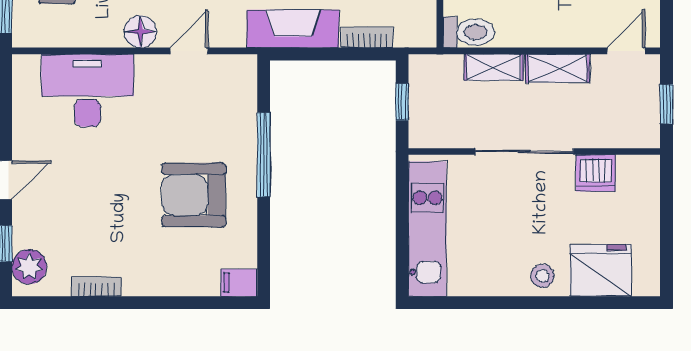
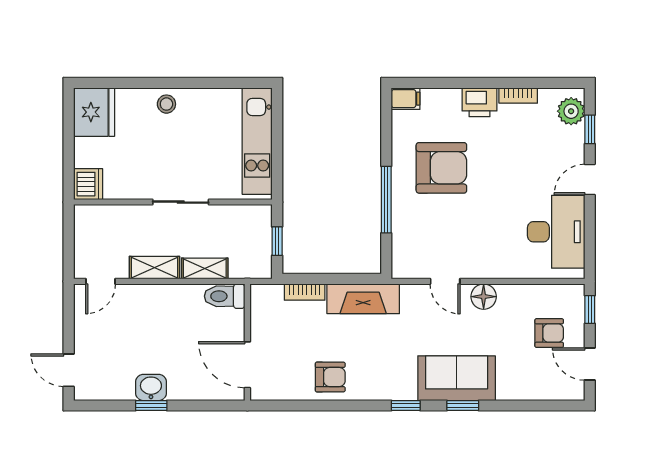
door: (189, 51) -> (445, 281), hinge flipped
desk: (88, 90) -> (556, 232), moved, turned -90
window: (667, 104) -> (69, 239), removed
sliding door: (524, 152) -> (181, 202), width x0.73
dishwasher: (596, 173) -> (88, 184), moved, turned 90
fridge: (601, 270) -> (94, 112), moved, turned -90
printer: (145, 278) -> (479, 102), added

